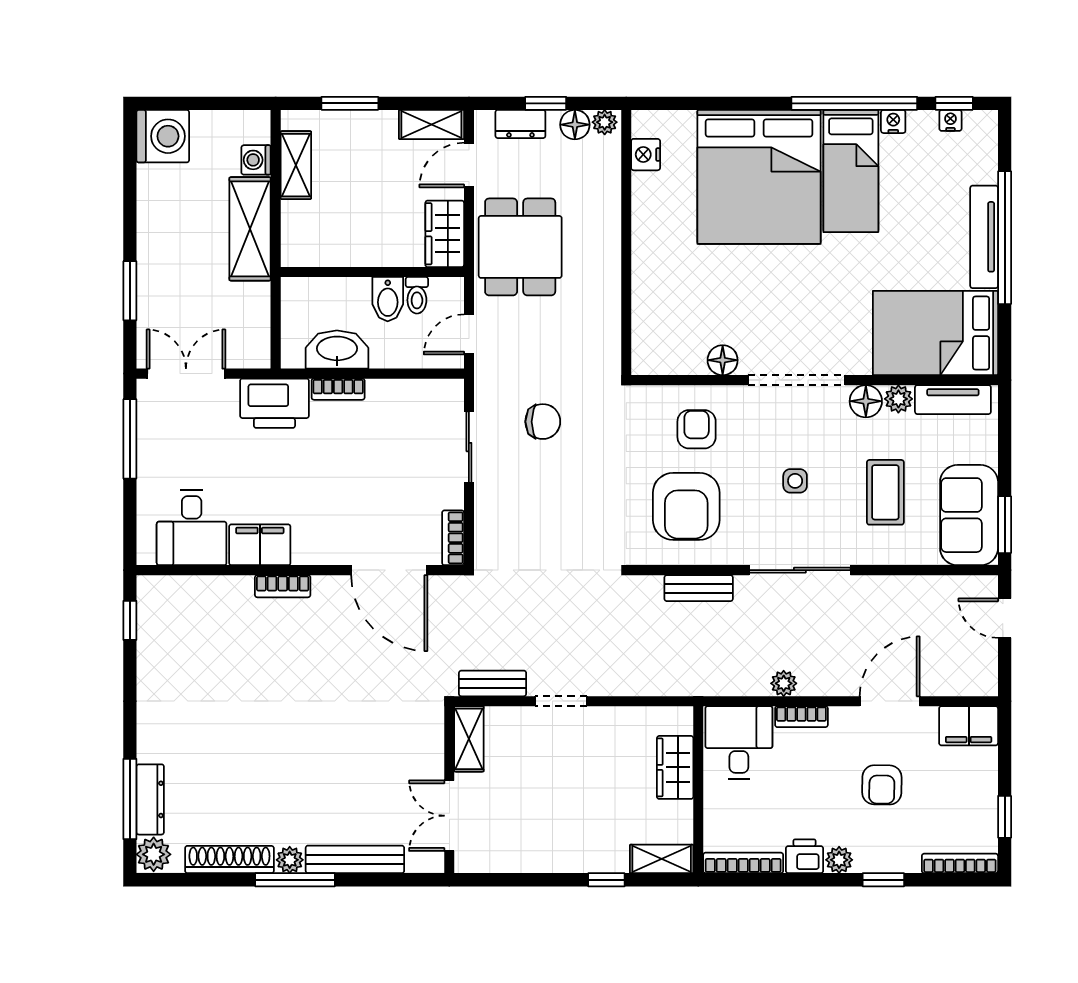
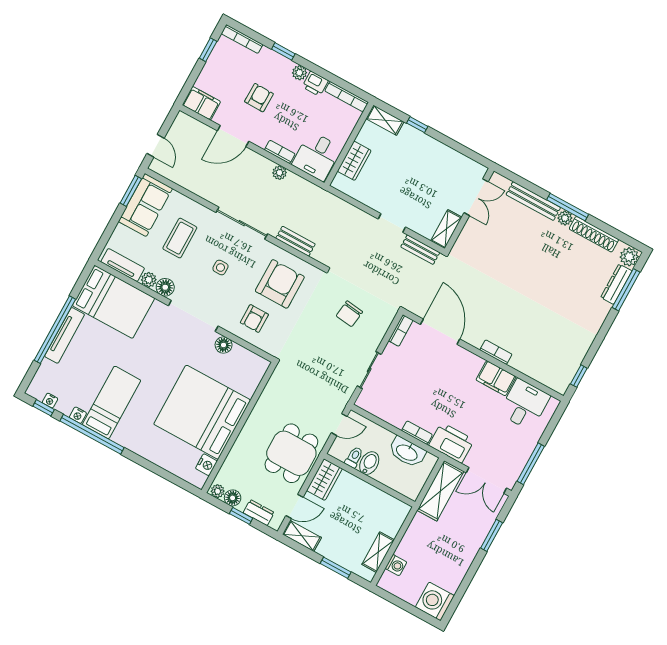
bed: (759, 177) -> (202, 412), moved, turned -90
shelving: (250, 229) -> (440, 491), moved
chair: (543, 422) -> (349, 314), moved, turned -83

